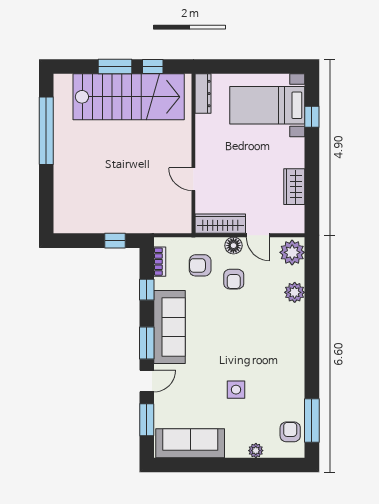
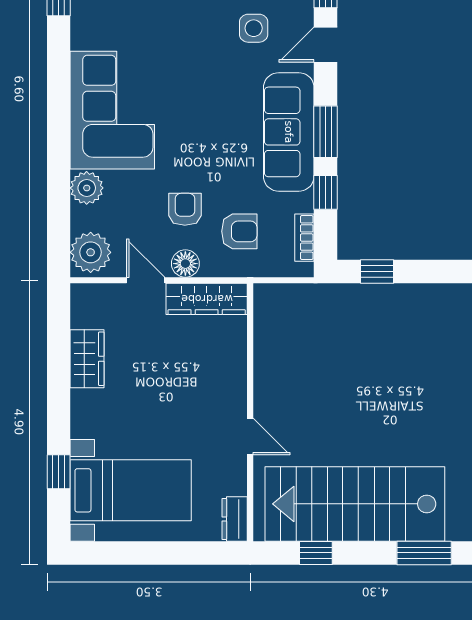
window: (115, 66) -> (424, 553), moved
dresser: (203, 94) -> (235, 519), width x0.70
door: (193, 179) -> (250, 437), moved
corner sofa: (279, 340) -> (112, 110), added
window: (147, 343) -> (326, 132), moved
side table: (236, 390) -> (254, 28), moved

